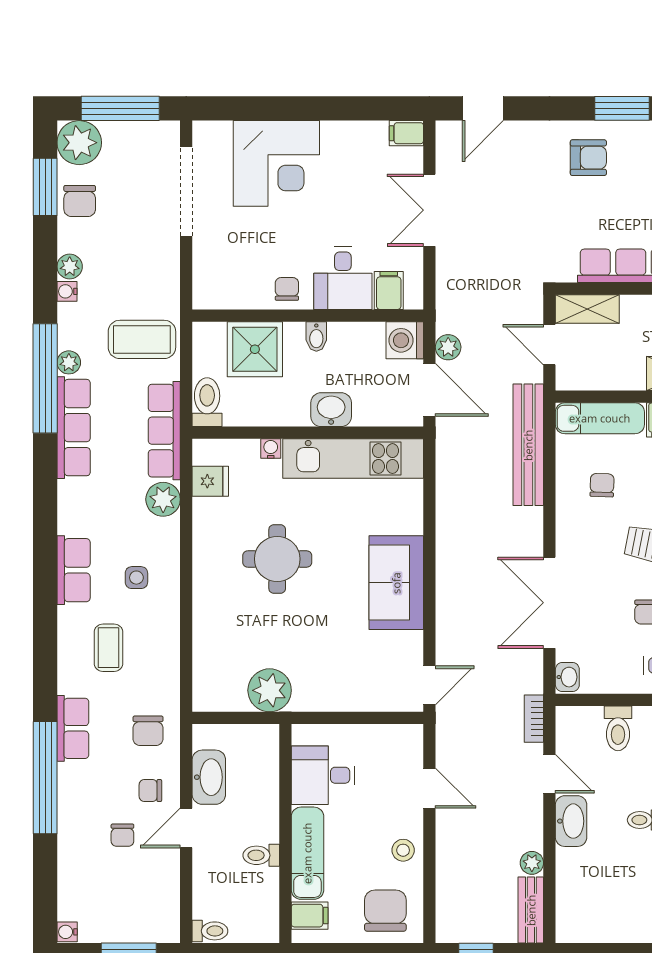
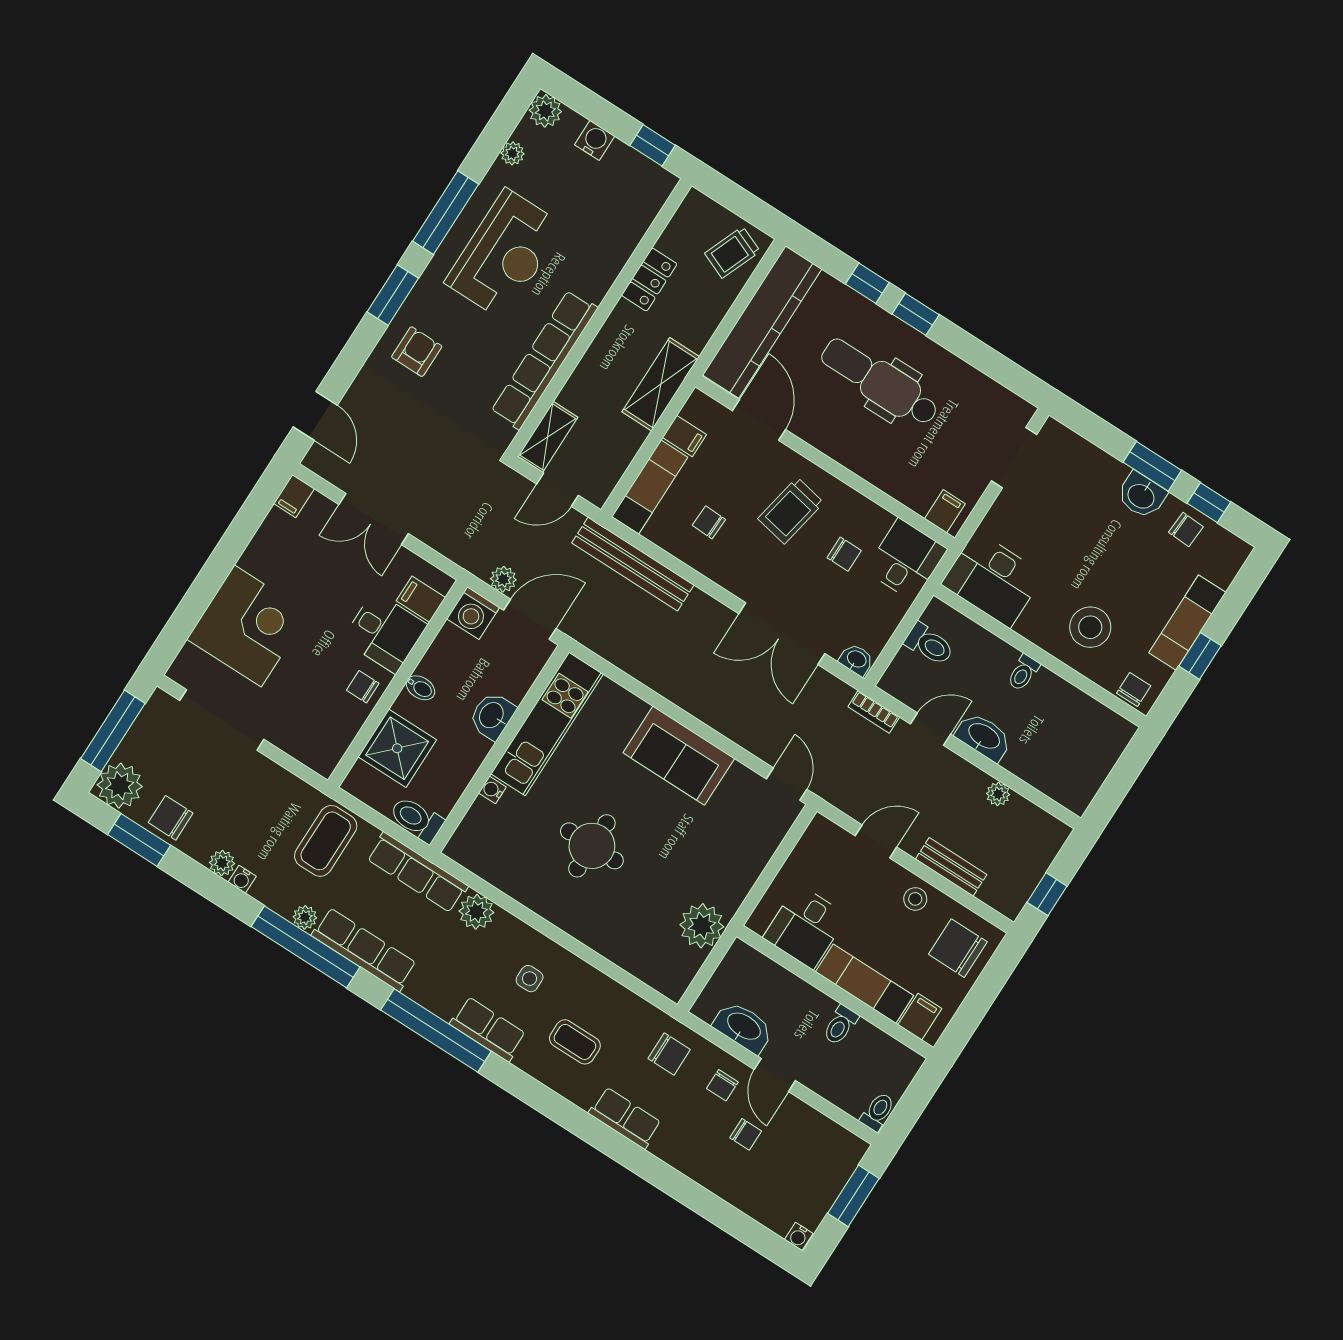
chair: (80, 201) -> (171, 818), turned 180
fridge: (210, 481) -> (487, 861), removed
window: (45, 778) -> (436, 1031), moved
bench: (531, 910) -> (951, 867), moved

